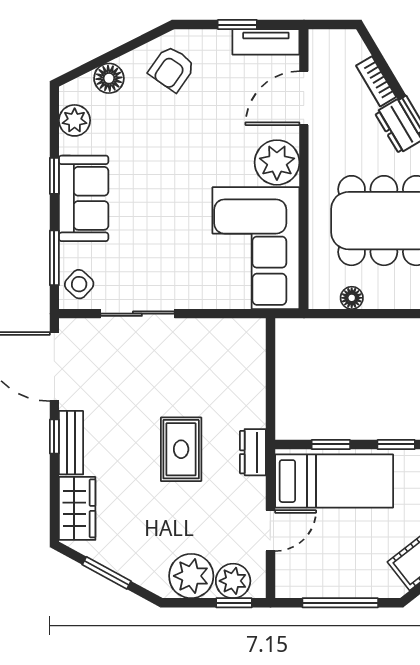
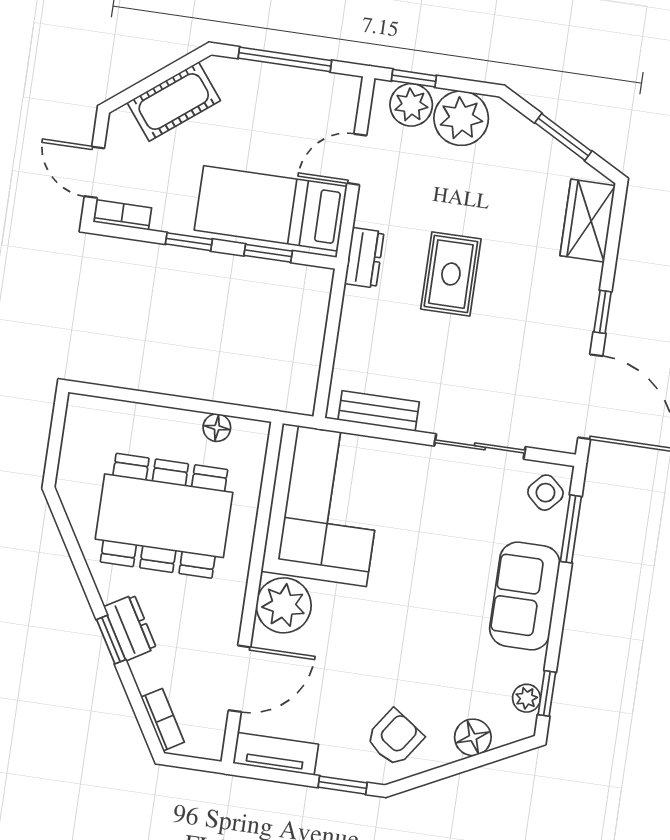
window: (237, 25) -> (343, 785), moved
bookcase: (376, 81) -> (163, 720), moved
plant: (75, 120) -> (526, 698), width x0.73, depth x0.73
window: (54, 176) -> (547, 693), moved
bench: (71, 443) -> (379, 411), moved, turned 90

